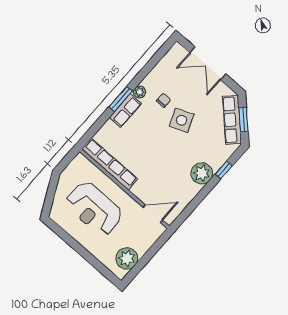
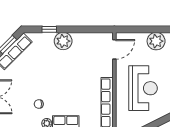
side table: (182, 120) -> (41, 82), removed
door: (153, 214) -> (114, 49), swing flipped

